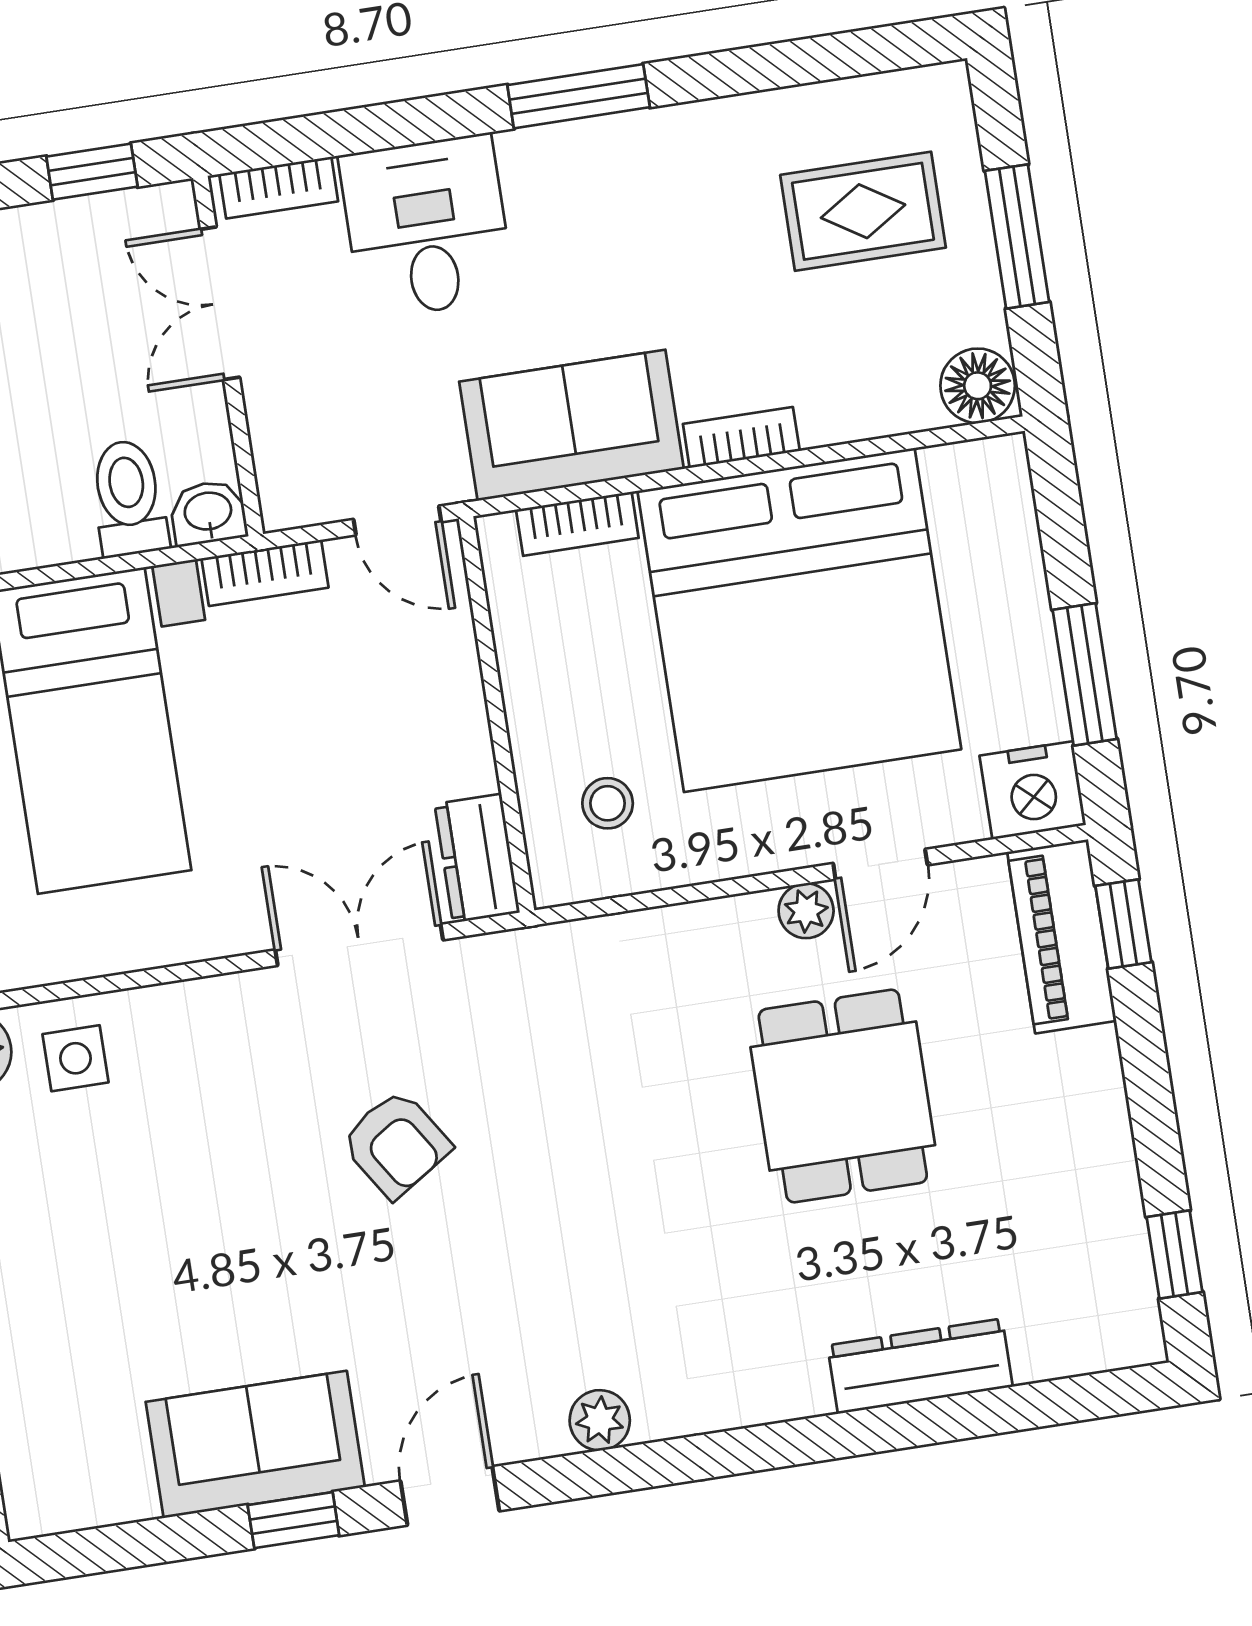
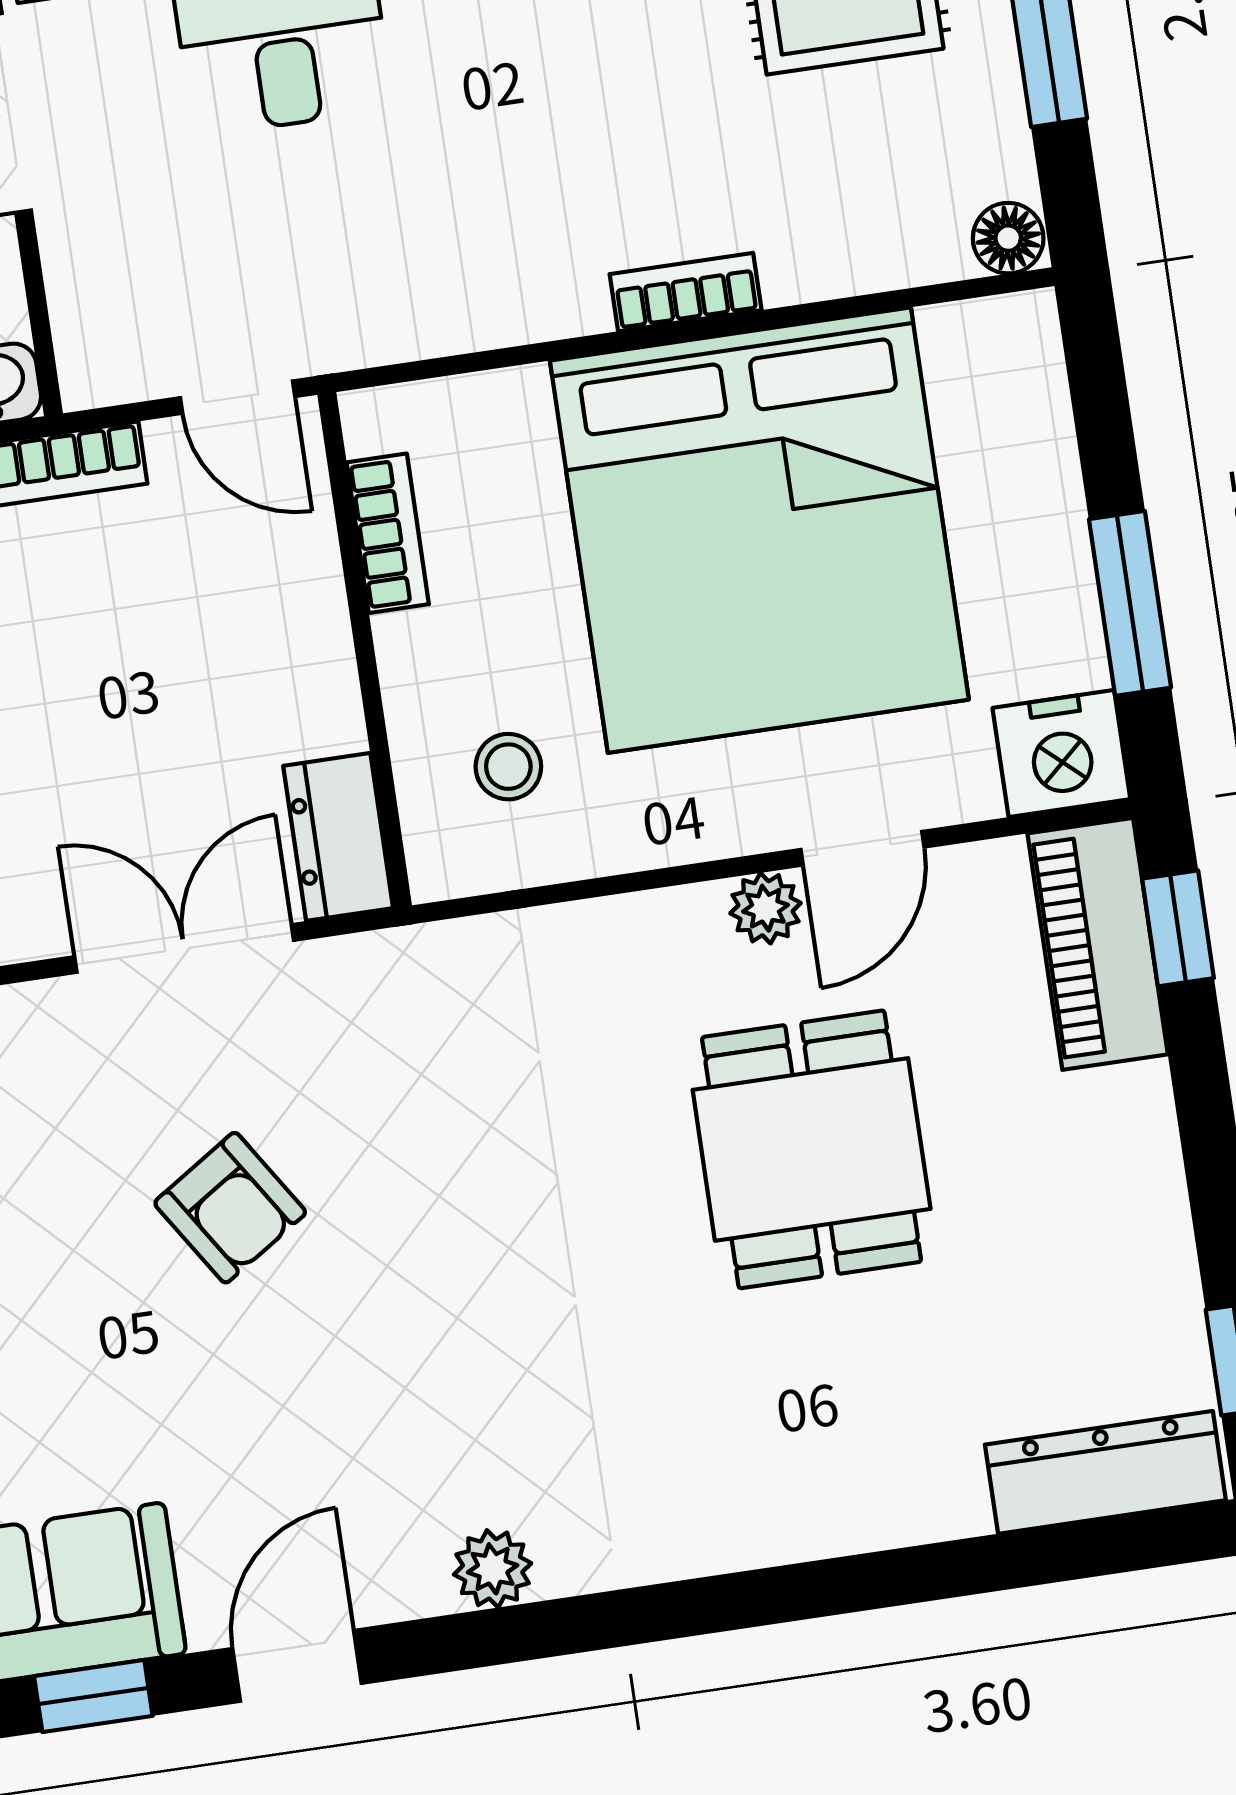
floor lamp: (978, 386) -> (1008, 238), width x0.73, depth x0.73
sofa: (571, 425) -> (465, 275), removed
bookcase: (577, 524) -> (388, 533), moved, turned -90
dresser: (920, 1366) -> (1105, 1472), moved

